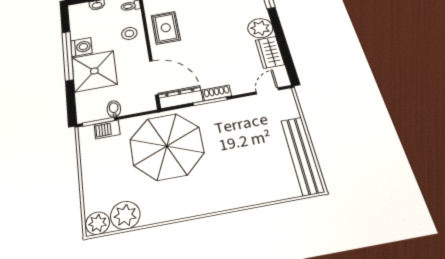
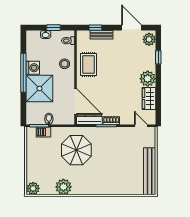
door: (267, 91) -> (141, 126), hinge flipped
parasol: (167, 146) -> (76, 150), width x0.73, depth x0.73
plant: (125, 215) -> (63, 187), moved

